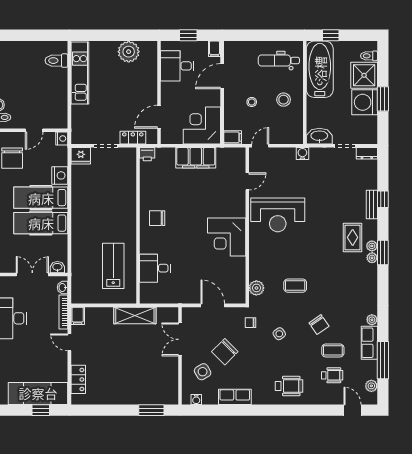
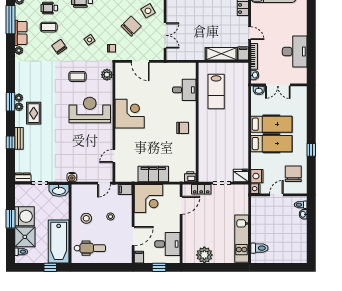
nightstand: (60, 175) -> (257, 176), moved
reception desk: (278, 215) -> (90, 110), moved
shelving: (135, 315) -> (221, 54), moved

